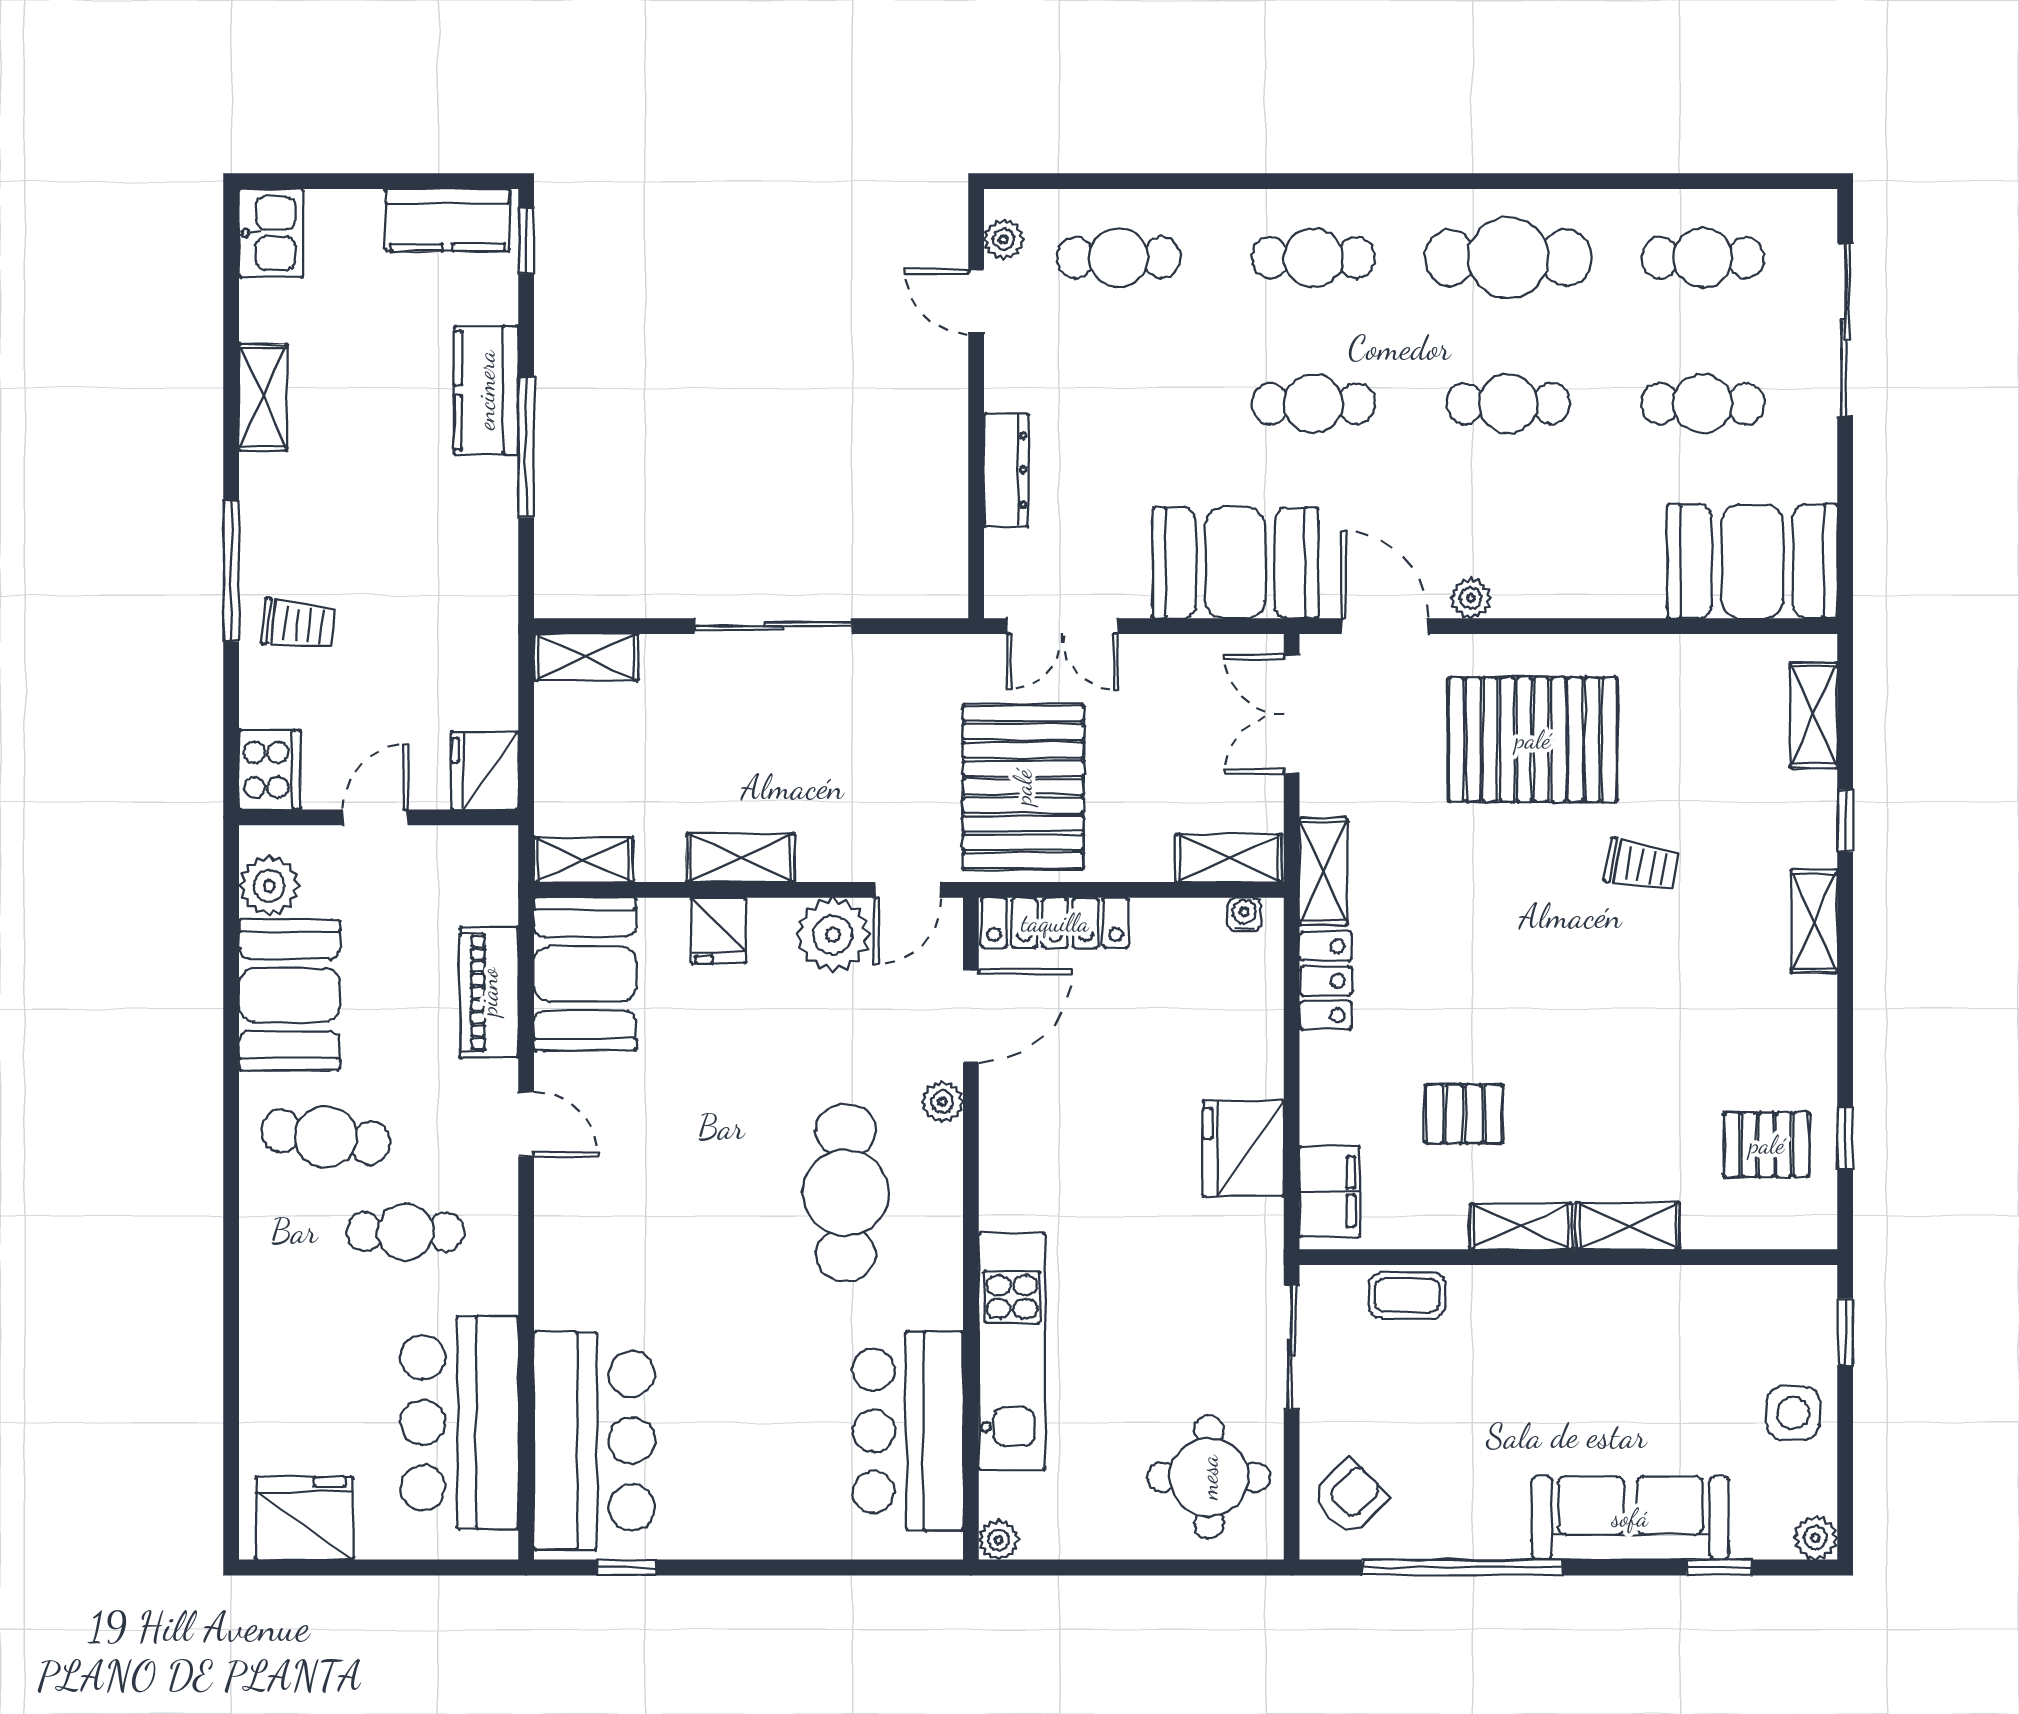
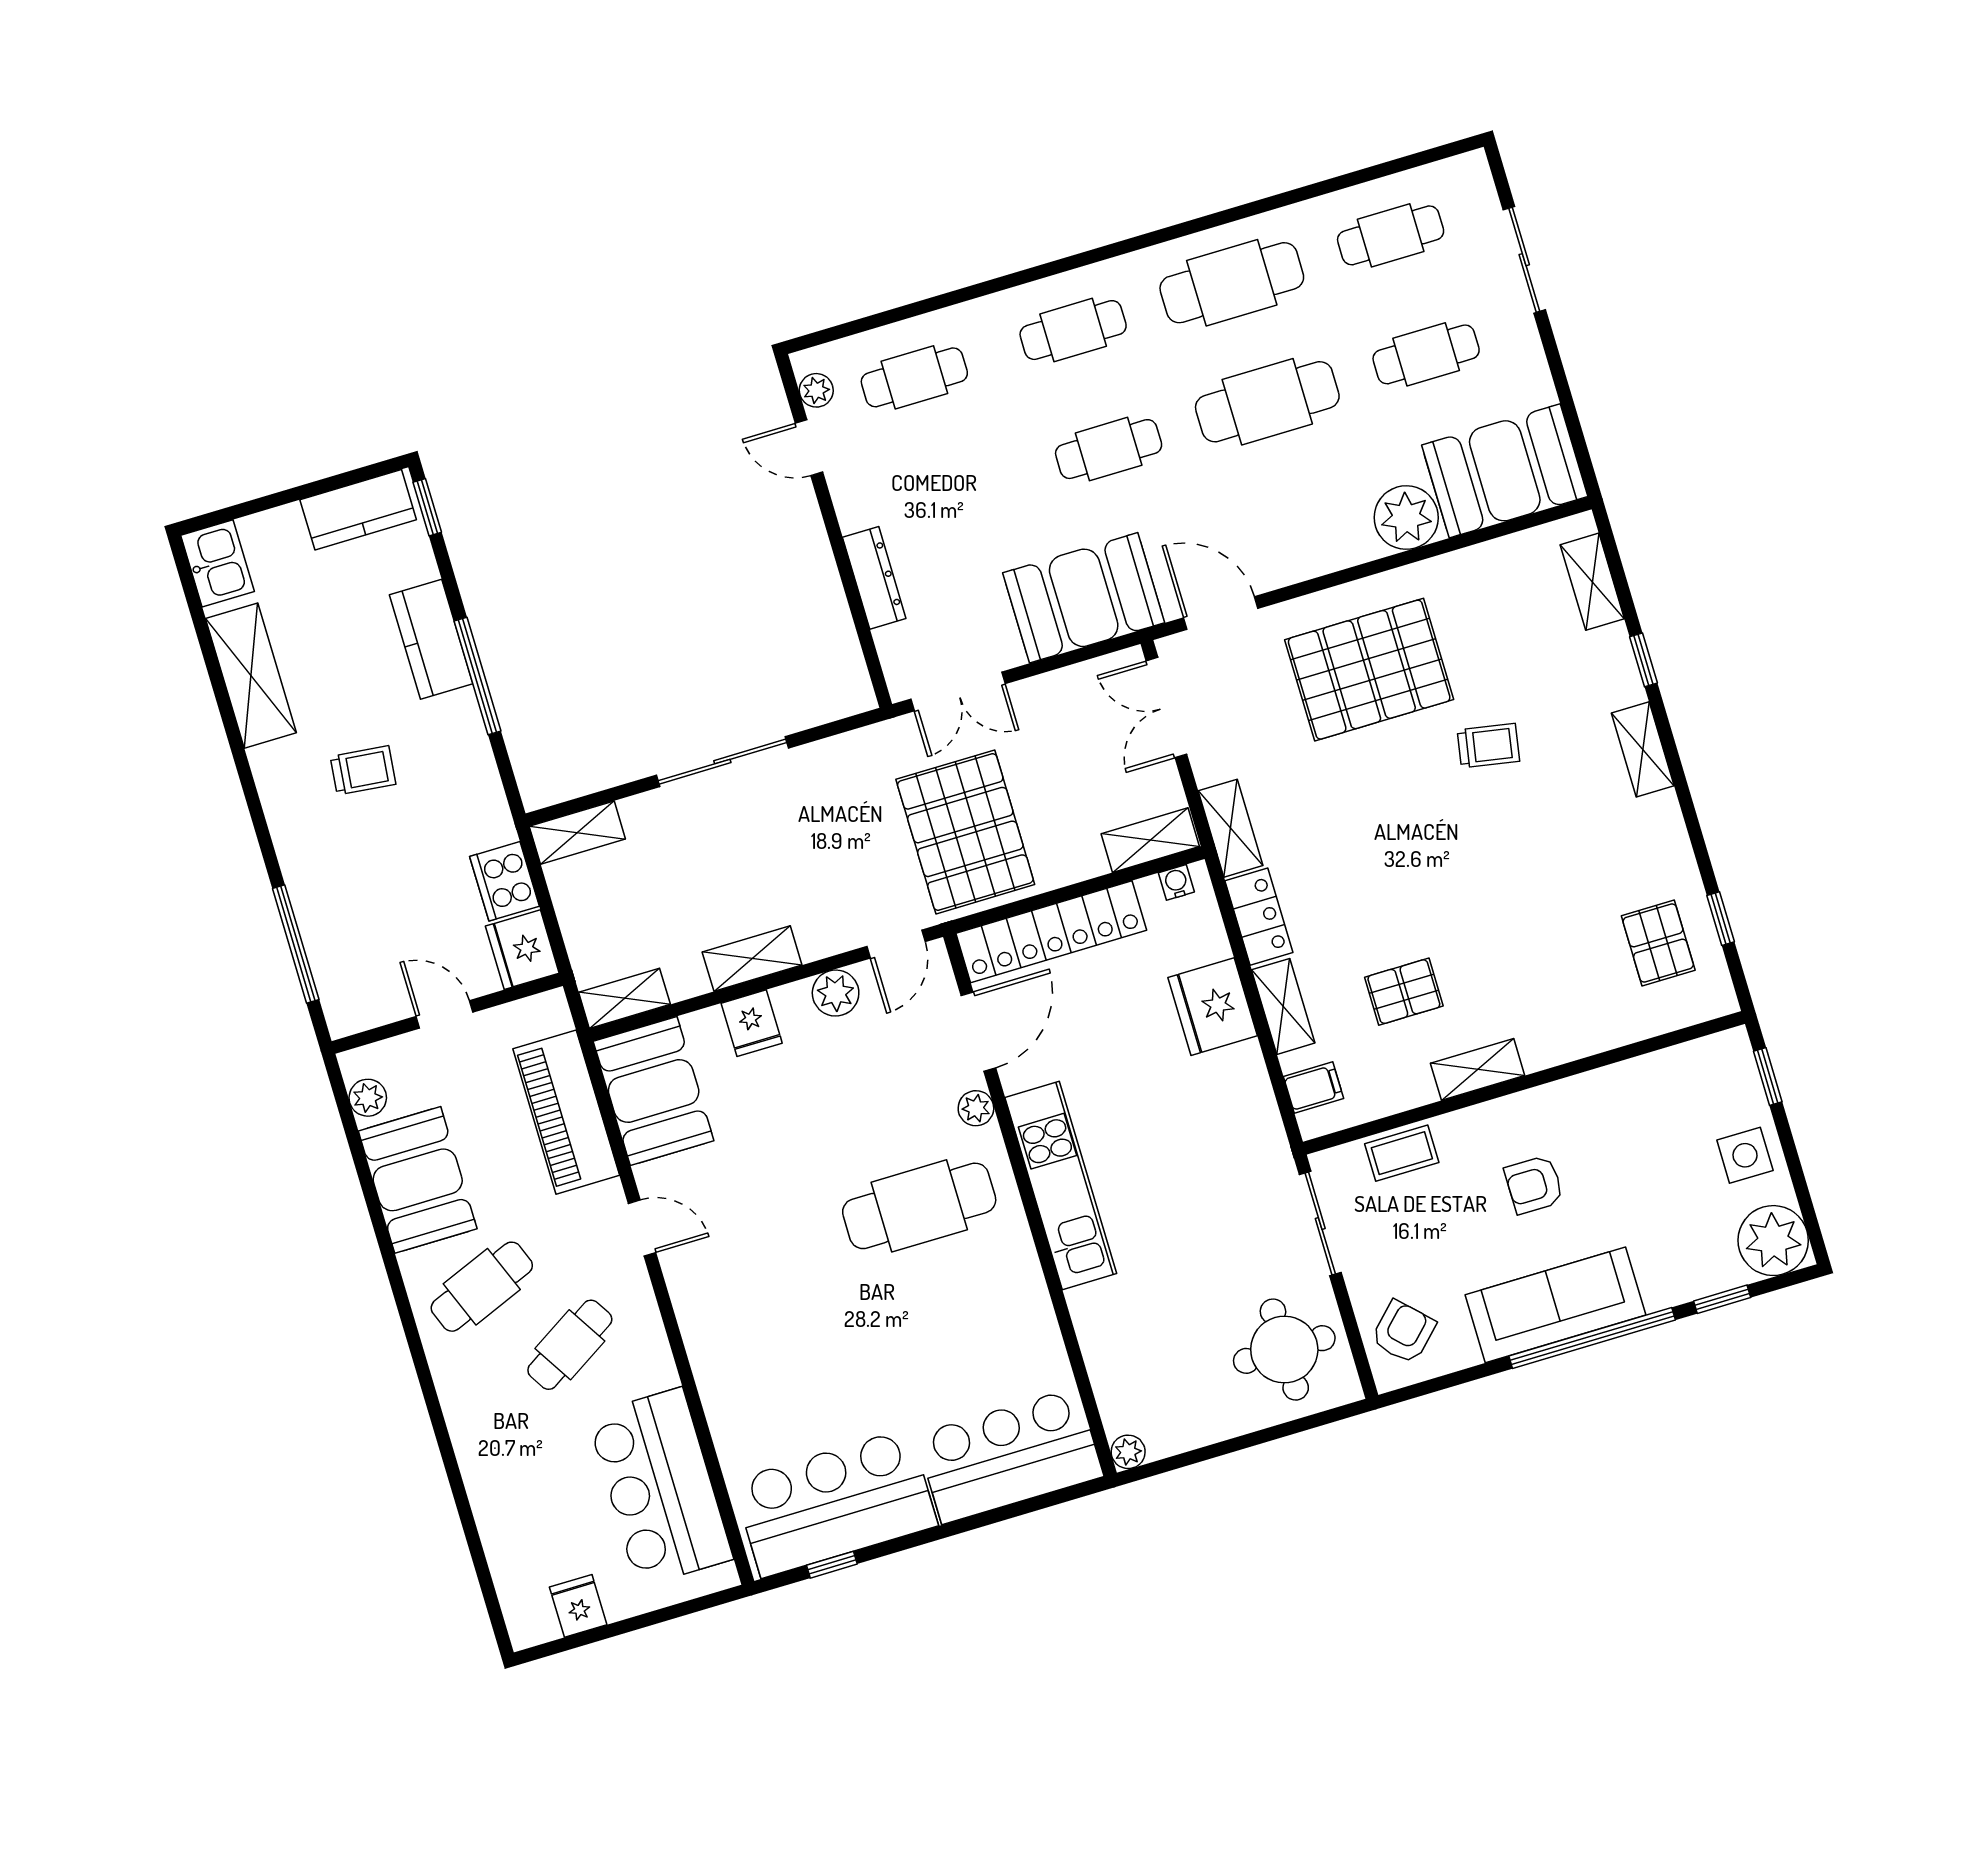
sliding door: (1845, 330) -> (1524, 260), width x0.73
shelving: (263, 397) -> (251, 676), width x1.50, depth x1.33
cafe table: (1508, 404) -> (1267, 402), width x1.37, depth x1.35
window: (231, 571) -> (296, 944), moved
plant: (1471, 598) -> (1406, 518), moved, width x1.88, depth x1.88
trolley: (298, 624) -> (363, 770), moved
cooker: (270, 770) -> (504, 881), moved, turned 180
door: (375, 817) -> (444, 1014), hinge flipped
plant: (269, 886) -> (368, 1098), width x0.73, depth x0.73
locker: (1055, 923) -> (1051, 932), width x1.41, depth x1.21
plant: (833, 935) -> (836, 993), width x0.73, depth x0.73
piano: (489, 992) -> (566, 1112), width x1.37, depth x1.33
cafe table: (326, 1137) -> (482, 1287), turned -30
pallet: (1767, 1145) -> (1658, 943), turned 90
fridge: (1243, 1148) -> (1213, 1007), moved
filing cabinet: (1330, 1192) -> (1313, 1087), width x0.50
cafe table: (846, 1193) -> (919, 1206), turned 90
shelving: (1628, 1226) -> (1283, 1006), moved, turned 90
cafe table: (405, 1232) -> (570, 1345), turned -32
kitchen unit: (1012, 1351) -> (1061, 1185), moved
armchair: (1546, 1375) -> (1534, 1185), added
bar counter: (908, 1431) -> (1010, 1456), moved, turned 90
bar counter: (594, 1441) -> (835, 1503), moved, turned -90
fridge: (304, 1518) -> (578, 1606), width x0.53, depth x0.75
sofa: (1630, 1518) -> (1555, 1305), moved
plant: (1815, 1538) -> (1773, 1241), width x1.88, depth x1.88
window: (1462, 1568) -> (1592, 1338), moved

